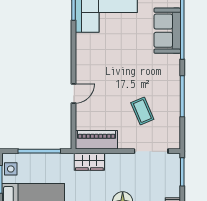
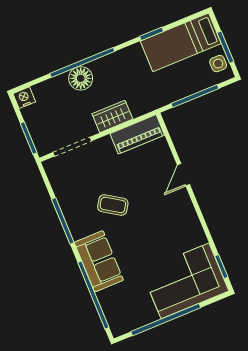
sofa: (167, 31) -> (99, 261), moved
coffee table: (142, 111) -> (113, 205), moved, turned -34
wardrobe: (89, 162) -> (112, 116), moved

